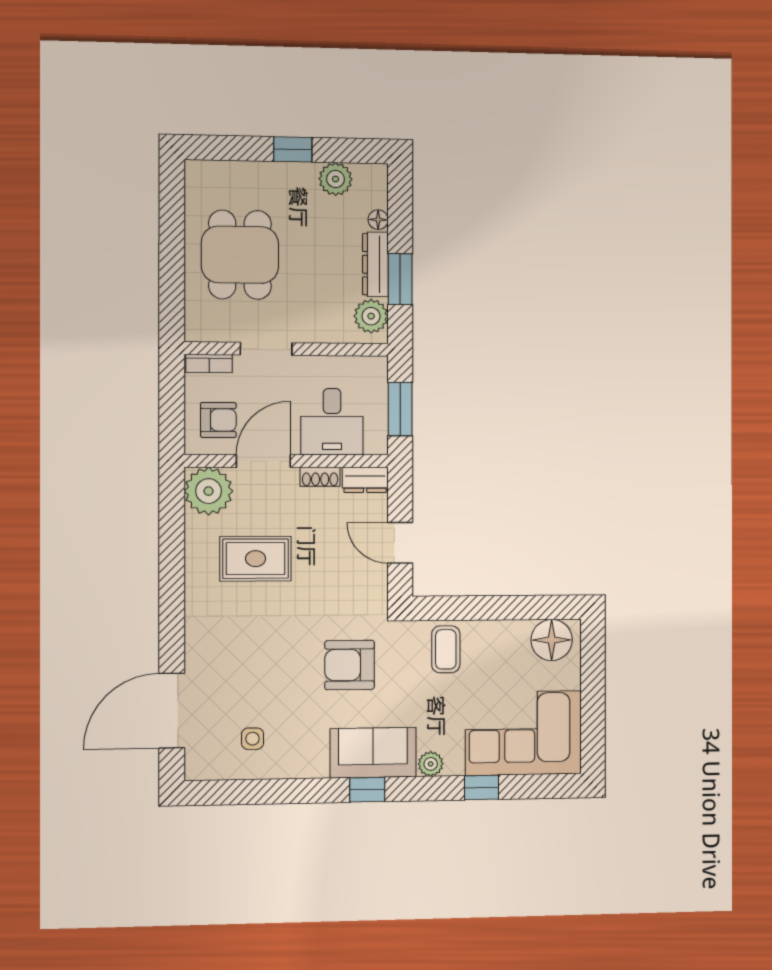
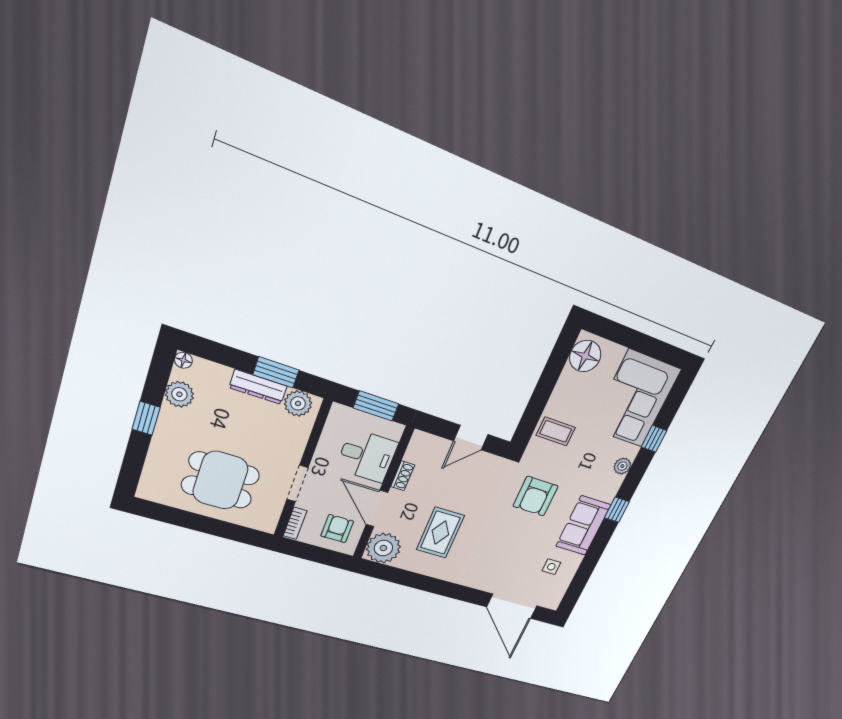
floor lamp: (378, 220) -> (183, 360), moved
dresser: (365, 480) -> (417, 447), removed
sofa: (373, 753) -> (583, 526), moved

